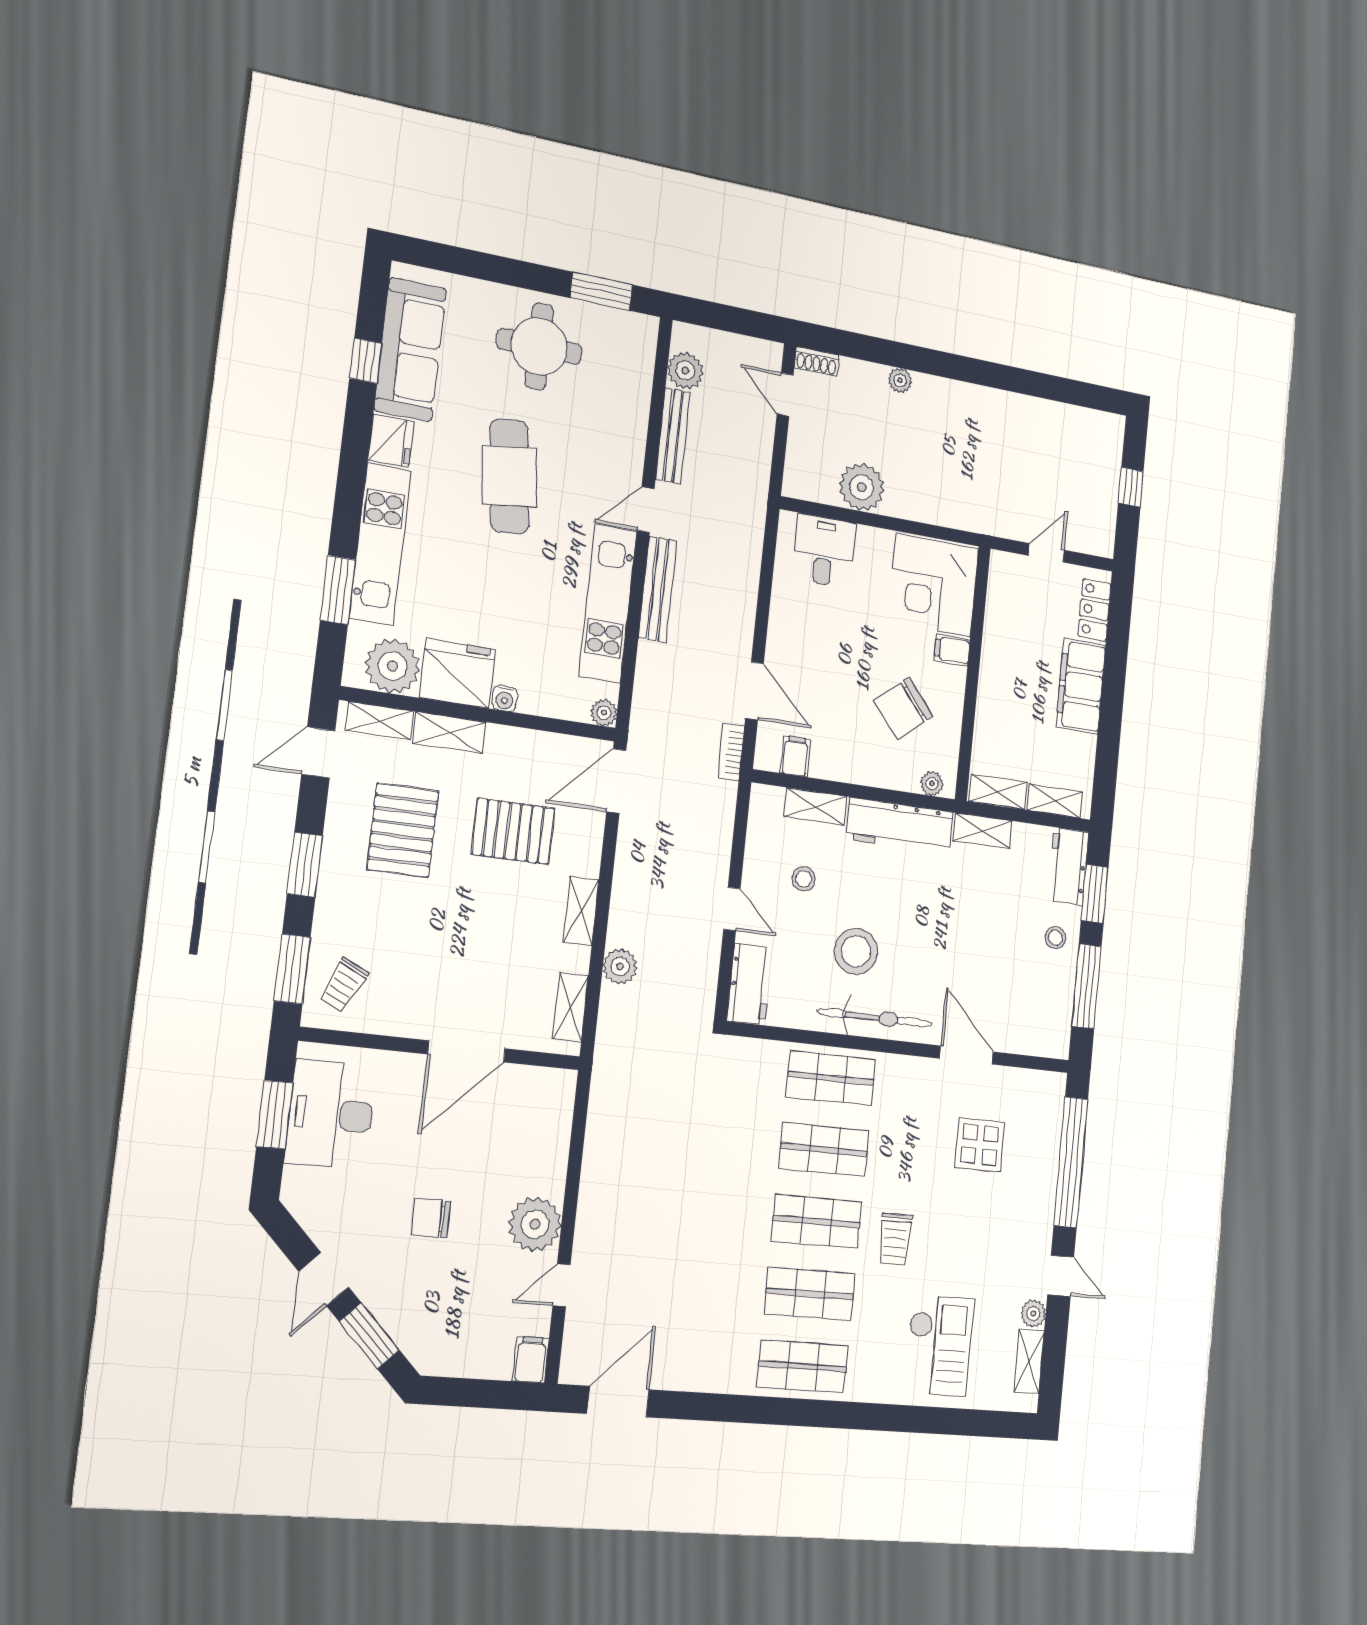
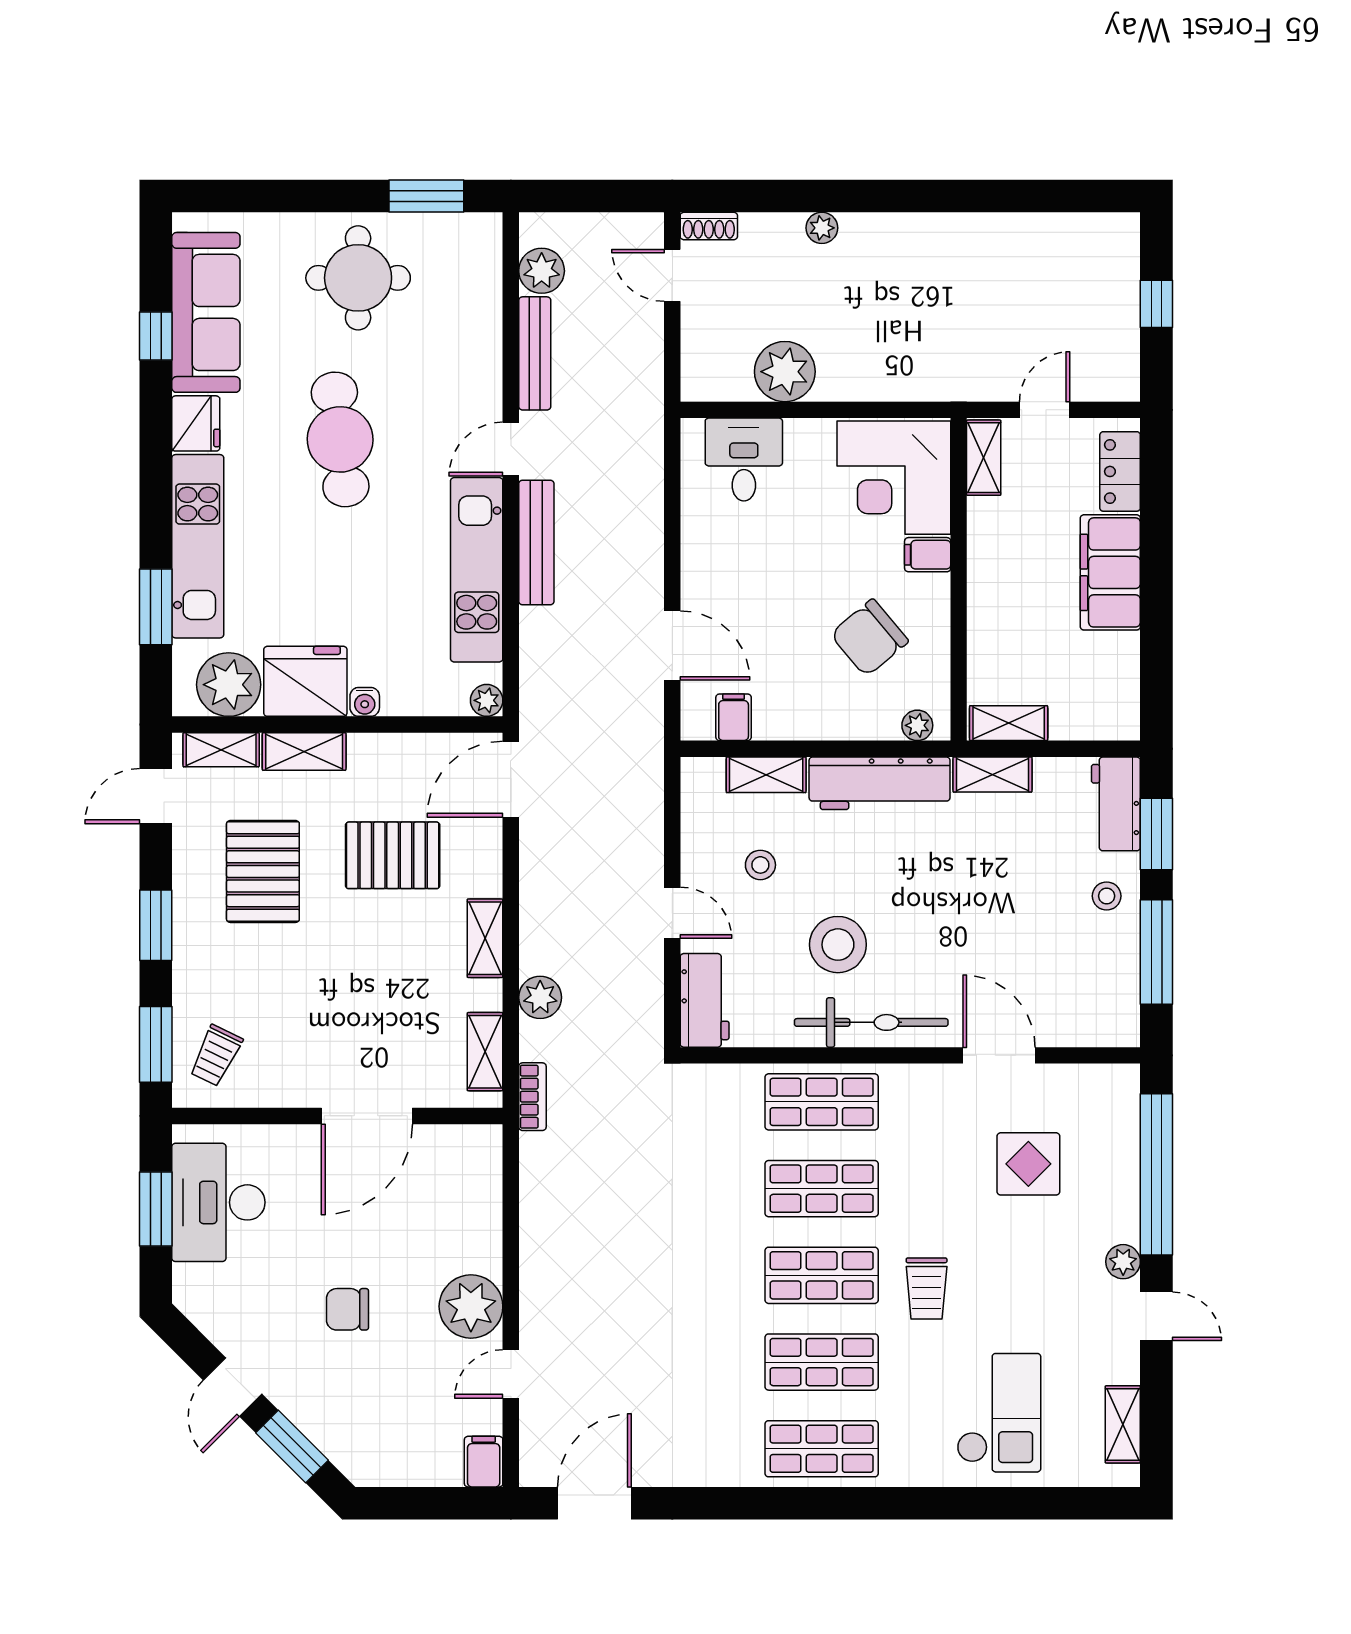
bookcase: (731, 752) -> (532, 1097), moved, turned 180
shelving: (1055, 801) -> (984, 458), moved, turned 90
plant: (1033, 1313) -> (1123, 1262), moved

